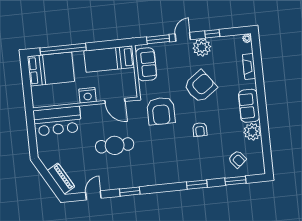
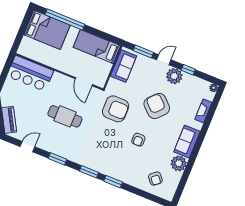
armchair: (200, 86) -> (157, 106), turned -101
nightstand: (88, 95) -> (65, 66), removed
armchair: (161, 111) -> (116, 109), turned -90
window: (235, 181) -> (89, 172), moved

